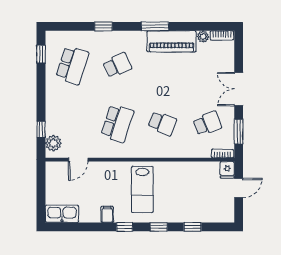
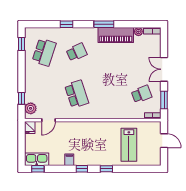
school desk: (117, 123) -> (77, 94), turned -36
school desk: (162, 123) -> (109, 94), removed
fridge: (227, 170) -> (30, 128), moved
door: (239, 188) -> (164, 141), hinge flipped
lab bench: (142, 190) -> (129, 145), moved
window: (193, 227) -> (38, 169), moved

